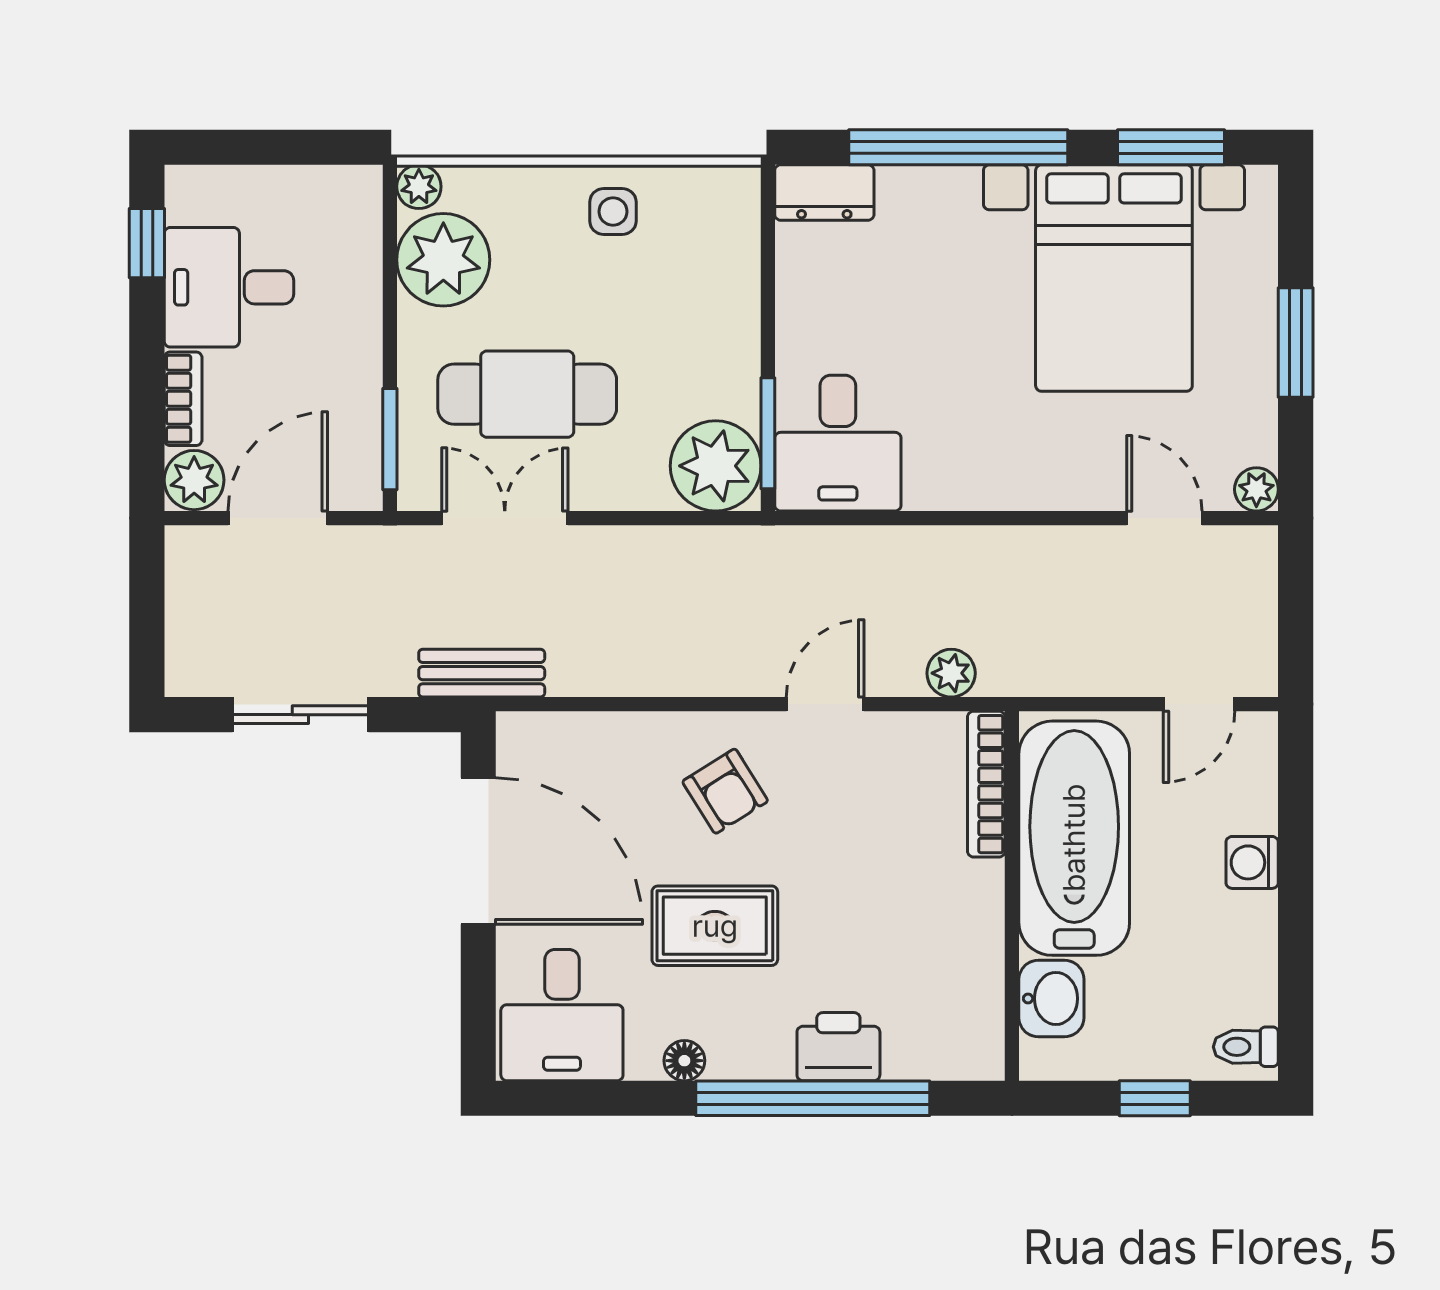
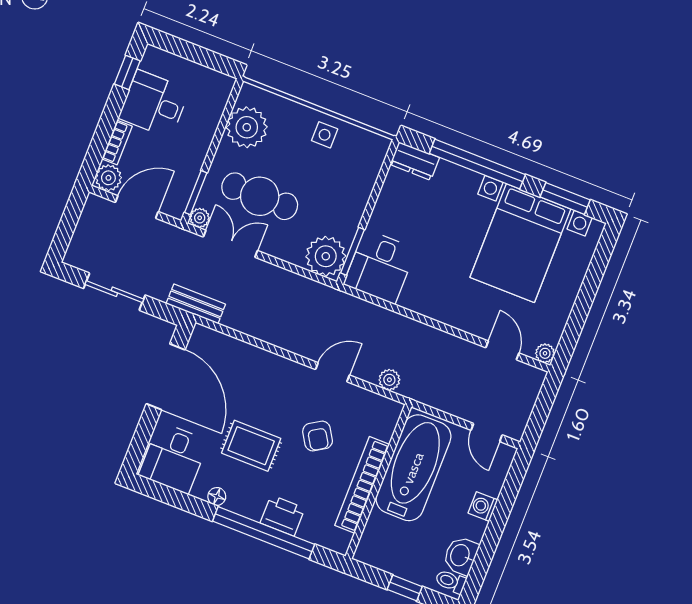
plant: (419, 187) -> (200, 218), moved
window: (1296, 342) -> (585, 299), removed
door: (1199, 704) -> (487, 433), hinge flipped
bookcase: (986, 784) -> (362, 485), moved, width x1.48, depth x1.31
armchair: (725, 791) -> (318, 436), moved
washbasin: (1051, 998) -> (461, 555), moved, turned 180

